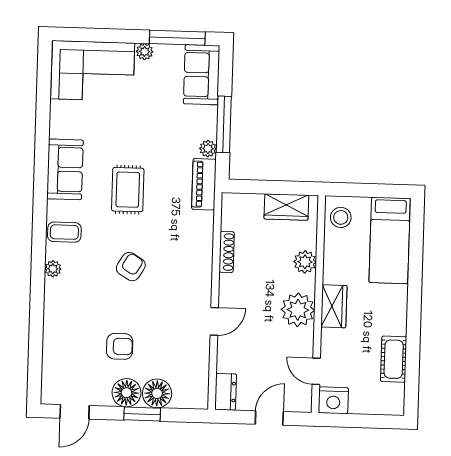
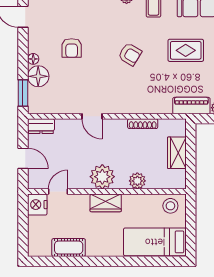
wardrobe: (286, 207) -> (177, 153), moved
floor lamp: (127, 393) -> (33, 59), width x0.53, depth x0.53
window: (142, 414) -> (23, 93), moved

